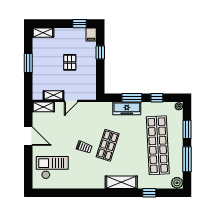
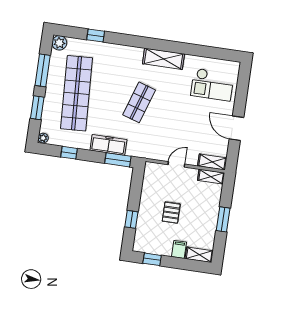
filing cabinet: (91, 34) -> (179, 249), moved
shelving: (54, 95) -> (211, 177), moved
window: (132, 98) -> (118, 160), moved
trolley: (84, 147) -> (169, 104), removed
shelving: (121, 182) -> (163, 59), moved

